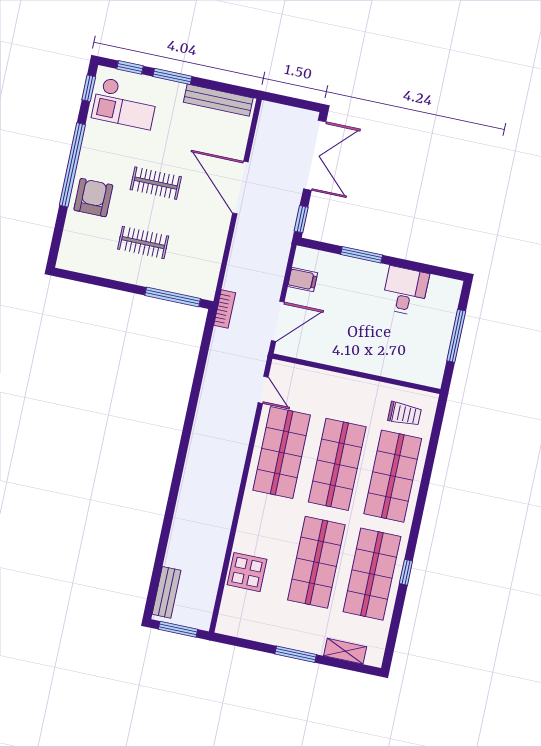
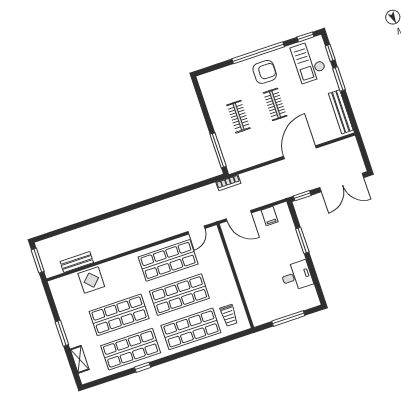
armchair: (93, 198) -> (265, 72), moved
bench: (167, 592) -> (77, 262), moved

